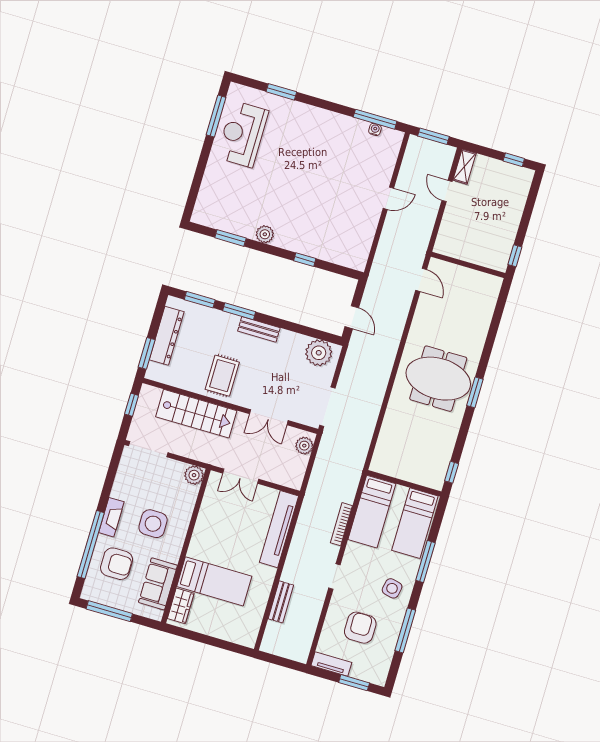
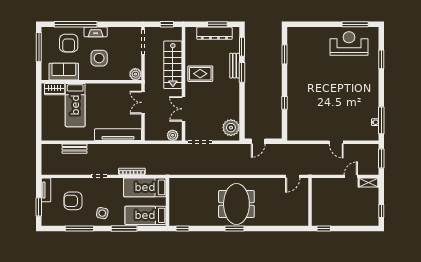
plant: (265, 234) -> (293, 74), removed
bench: (259, 329) -> (235, 66), moved
window: (147, 353) -> (217, 24), moved
armchair: (360, 628) -> (73, 201), turned 180

